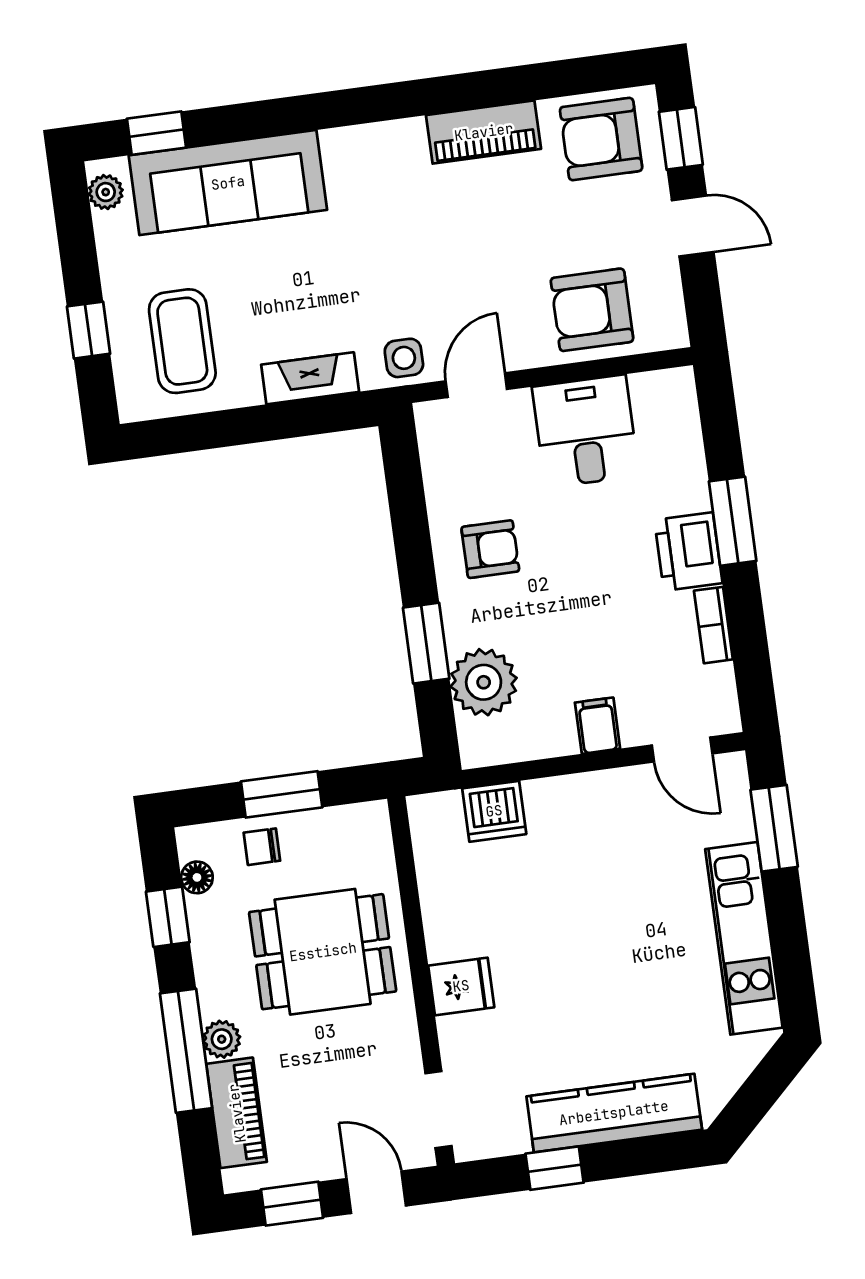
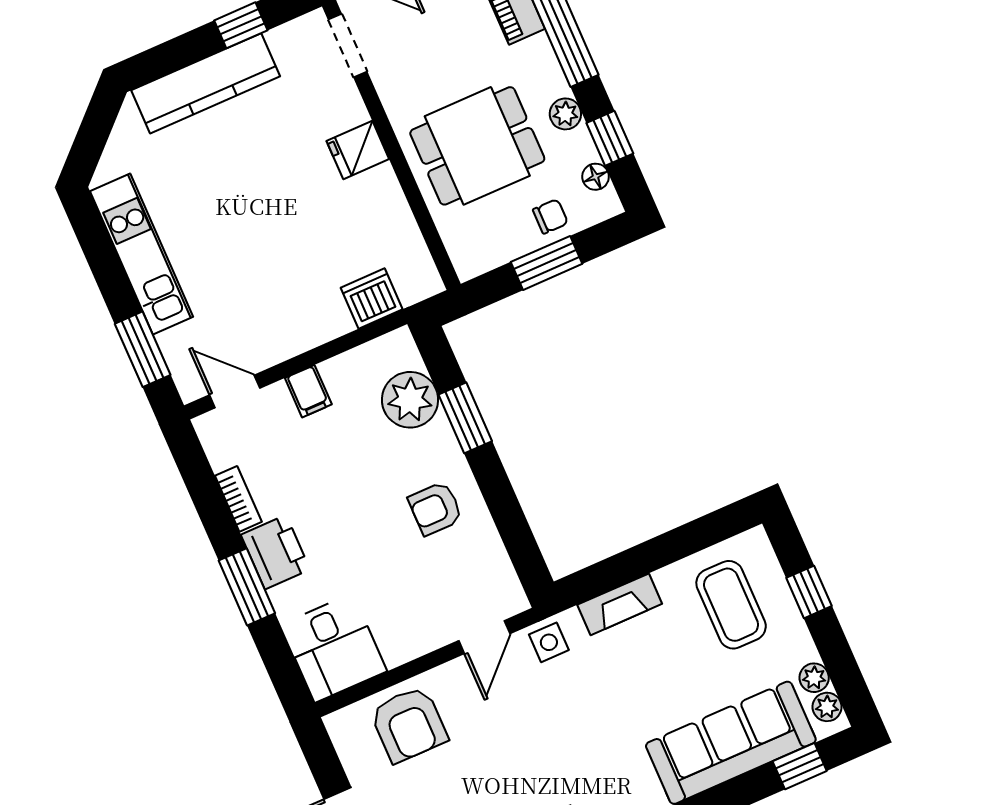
plant: (111, 230) -> (814, 678), added
armchair: (592, 310) -> (409, 724), turned 90
desk: (585, 431) -> (334, 648), moved
plant: (222, 1039) -> (565, 114), moved

